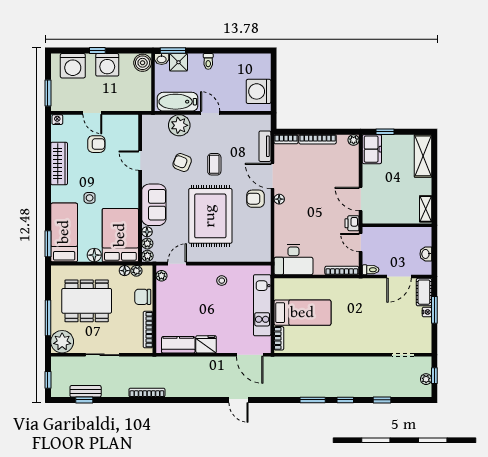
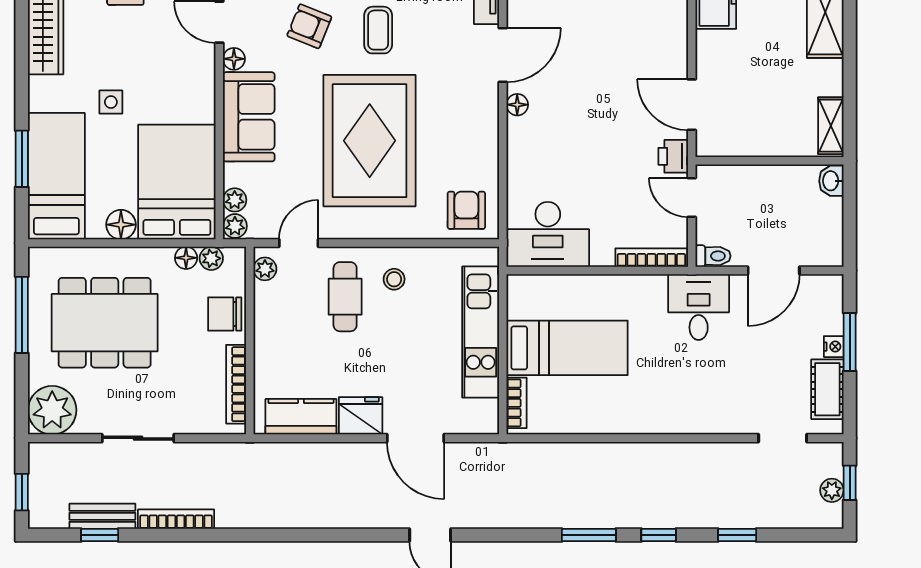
door: (272, 176) -> (503, 55), swing flipped
armchair: (256, 199) -> (466, 210), moved, turned 90
floor lamp: (147, 232) -> (234, 59), moved
window: (48, 244) -> (22, 159), moved
washbasin: (426, 254) -> (831, 181), moved
cafe table: (199, 289) -> (345, 297), added
cot: (424, 292) -> (827, 389), moved
desk: (364, 294) -> (699, 307), added
window: (48, 318) -> (22, 315), moved
door: (250, 355) -> (415, 438), moved
bookcase: (147, 393) -> (176, 519), moved

